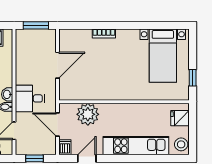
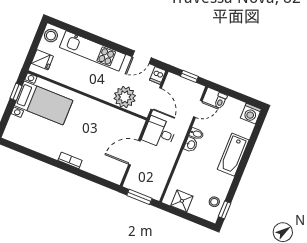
bookcase: (104, 33) -> (70, 160), moved
bed with nightstands: (163, 56) -> (44, 103), moved, turned 90
desk: (30, 98) -> (159, 133), moved, turned 180

